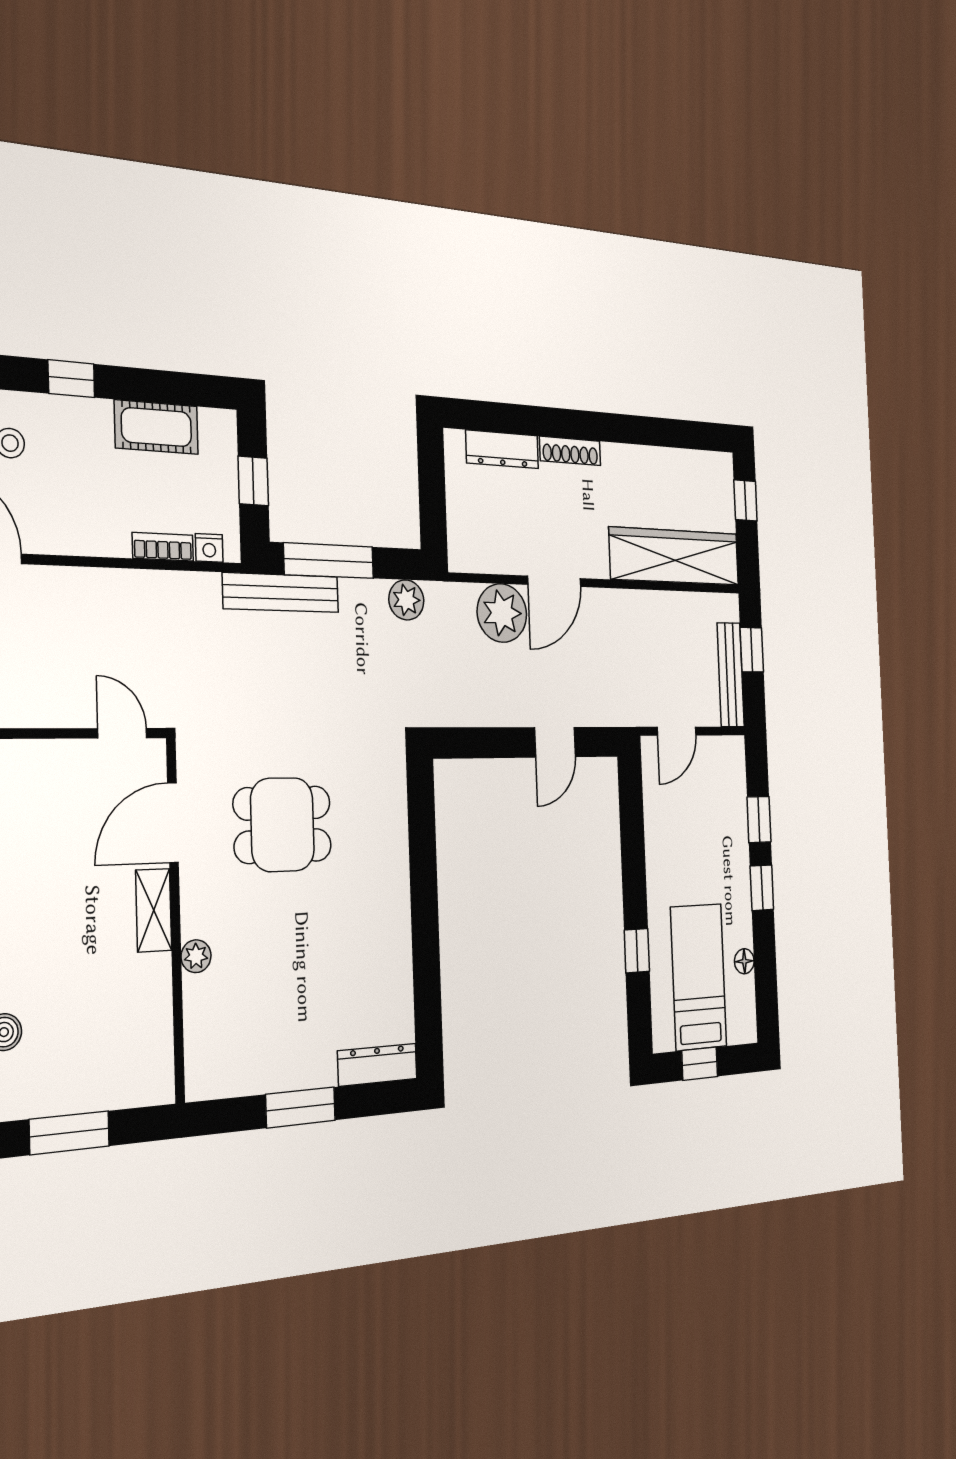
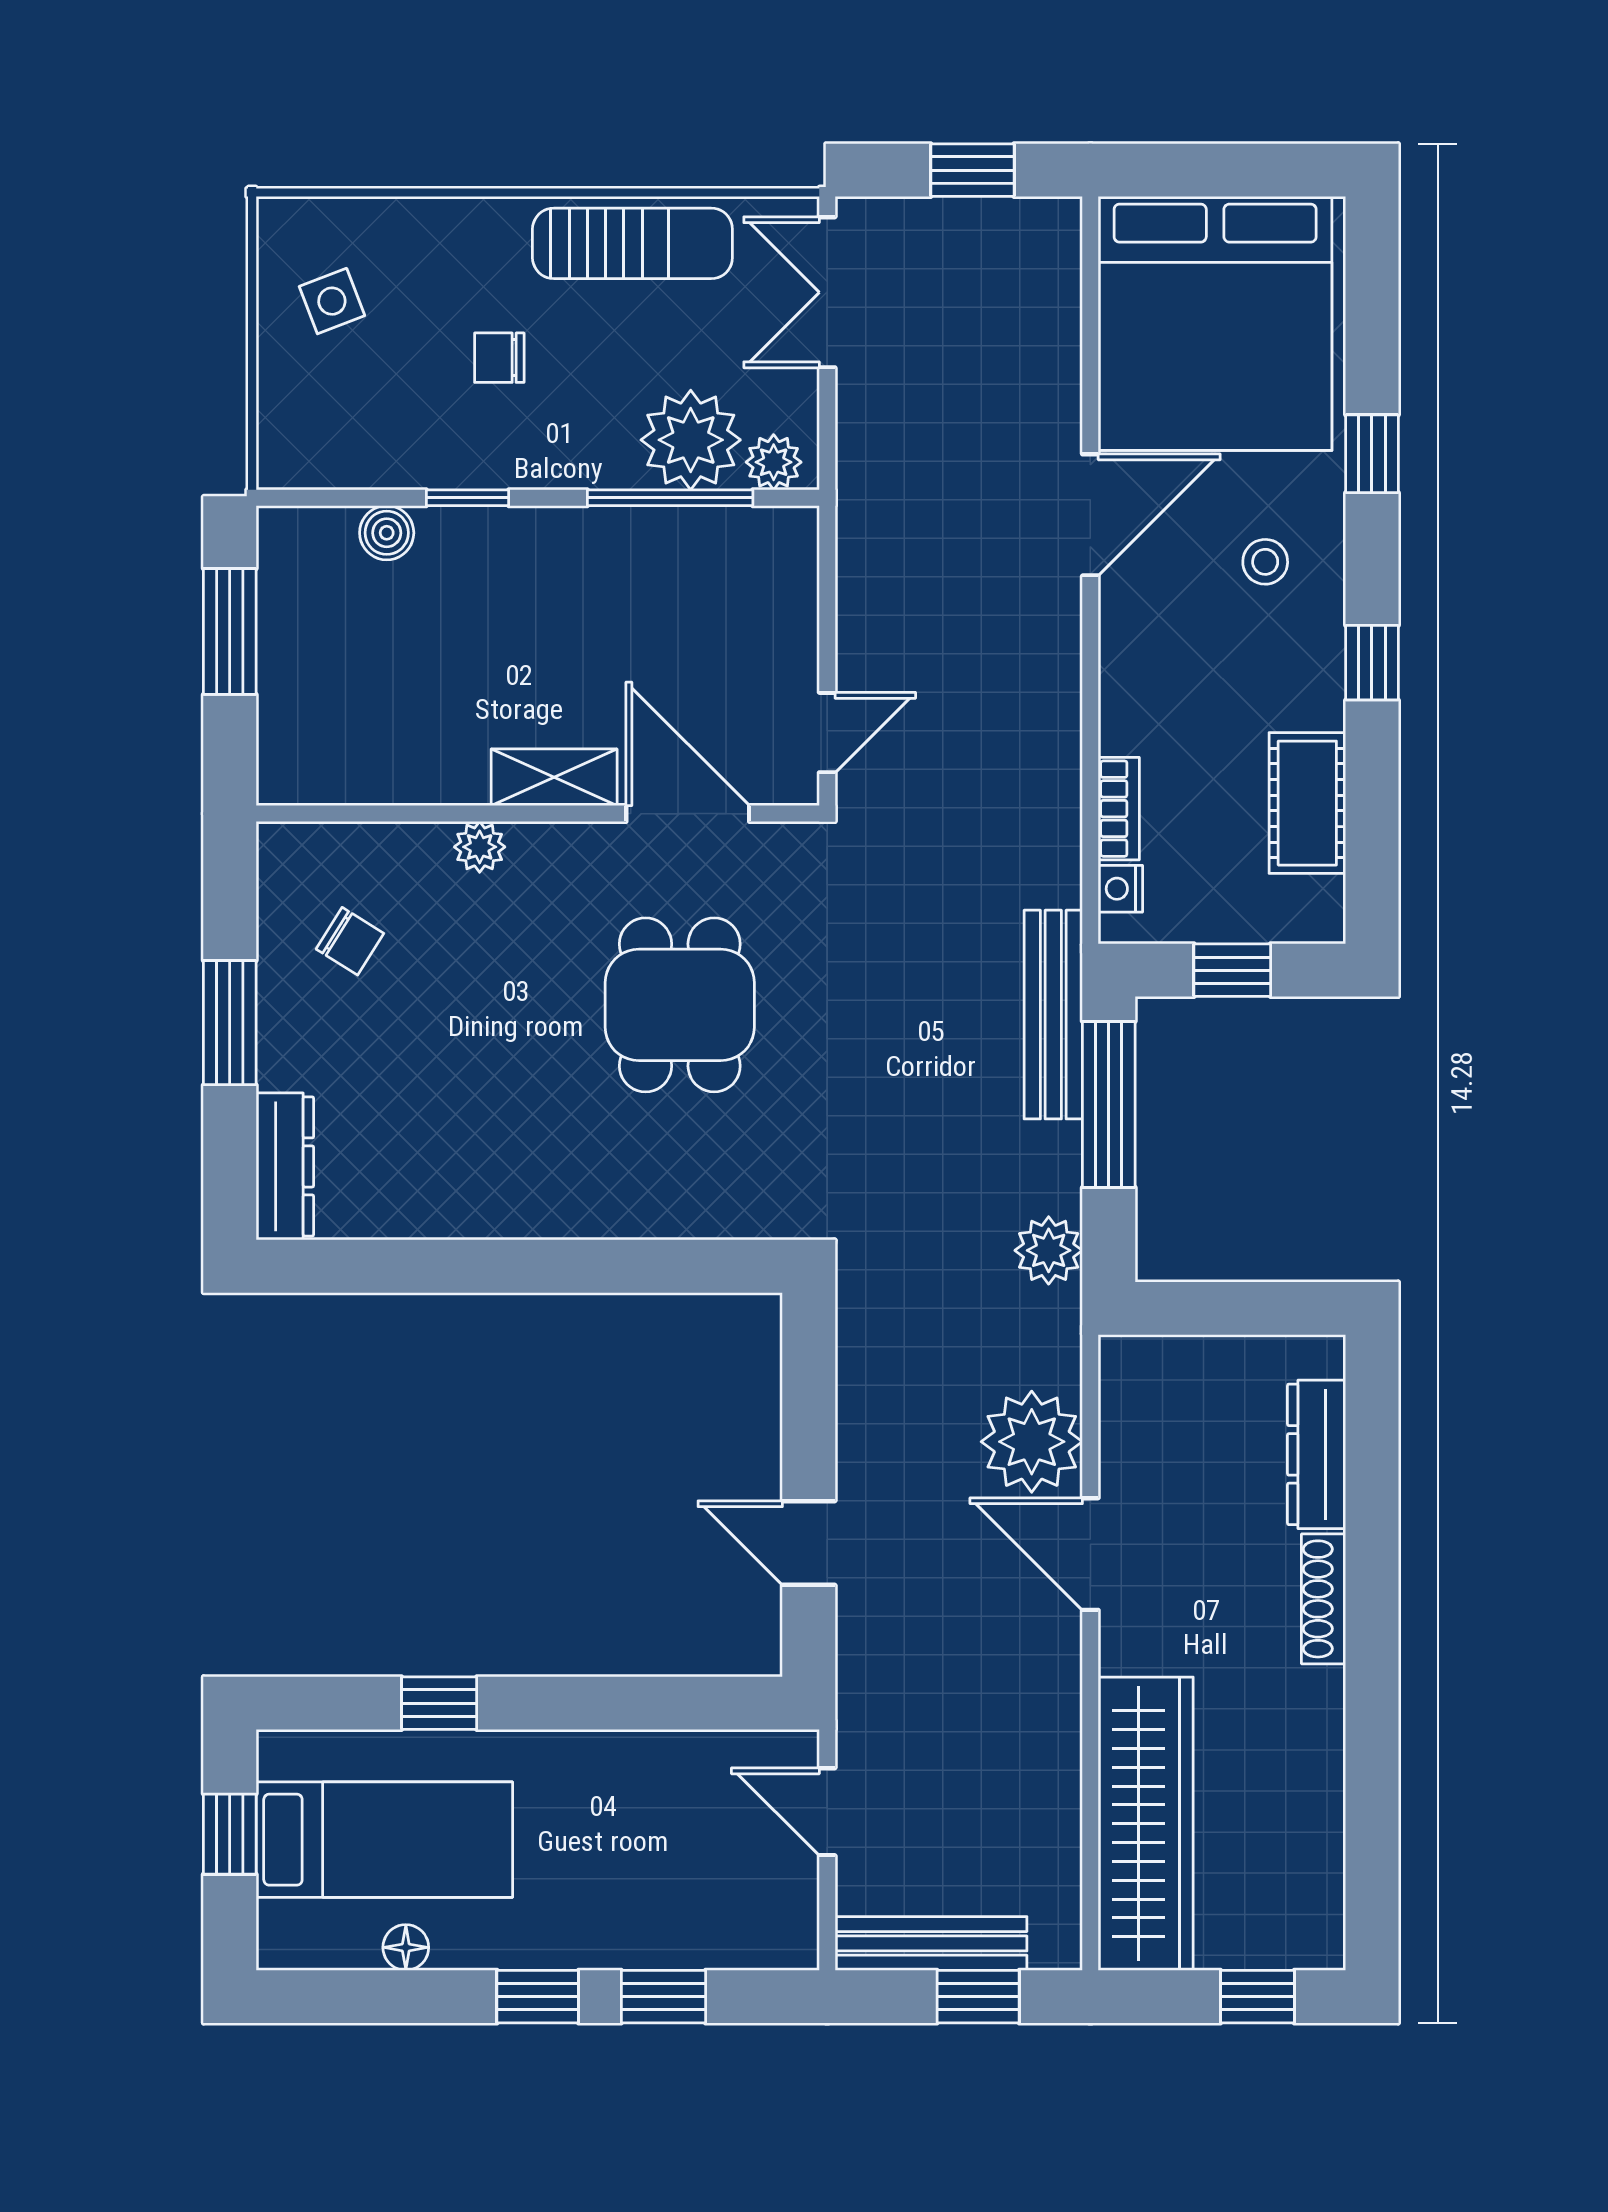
chair: (253, 1035) -> (350, 941), added

